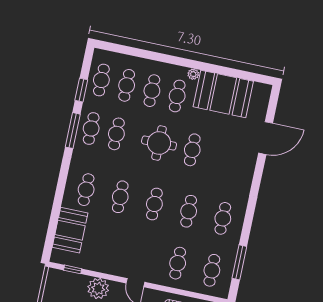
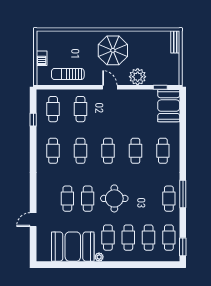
window: (81, 90) -> (183, 247), moved
cafe table: (116, 134) -> (67, 199), moved
door: (266, 138) -> (33, 220), width x0.53
booth: (70, 230) -> (169, 106), moved
window: (239, 262) -> (33, 120), width x0.46

